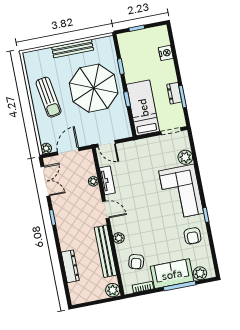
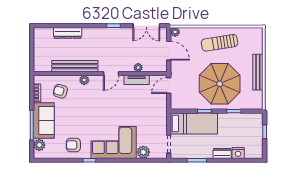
dresser: (174, 93) -> (222, 153), moved
plant: (113, 290) -> (40, 66), removed

